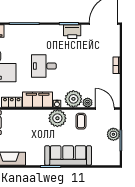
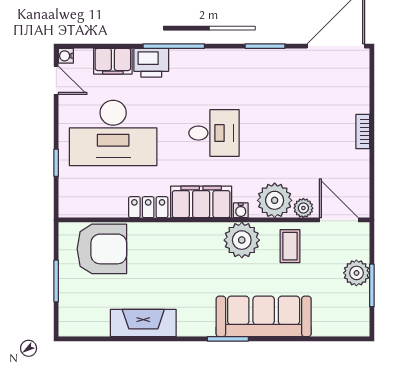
printer: (72, 32) -> (151, 63), moved
desk: (44, 66) -> (214, 133), turned 180

